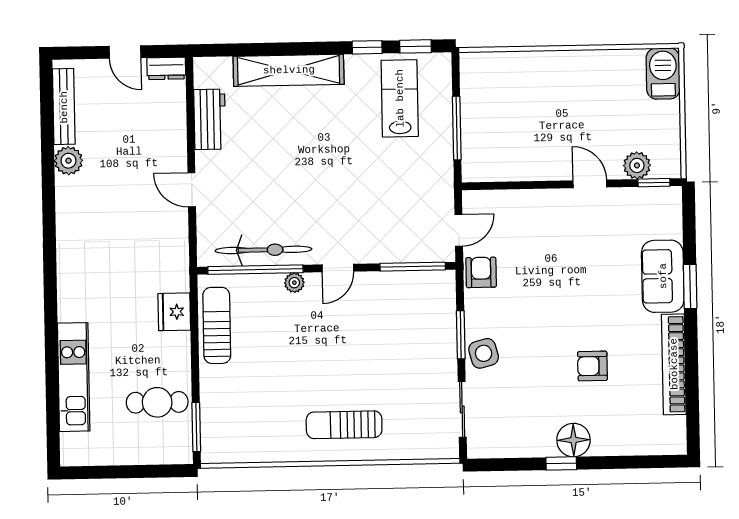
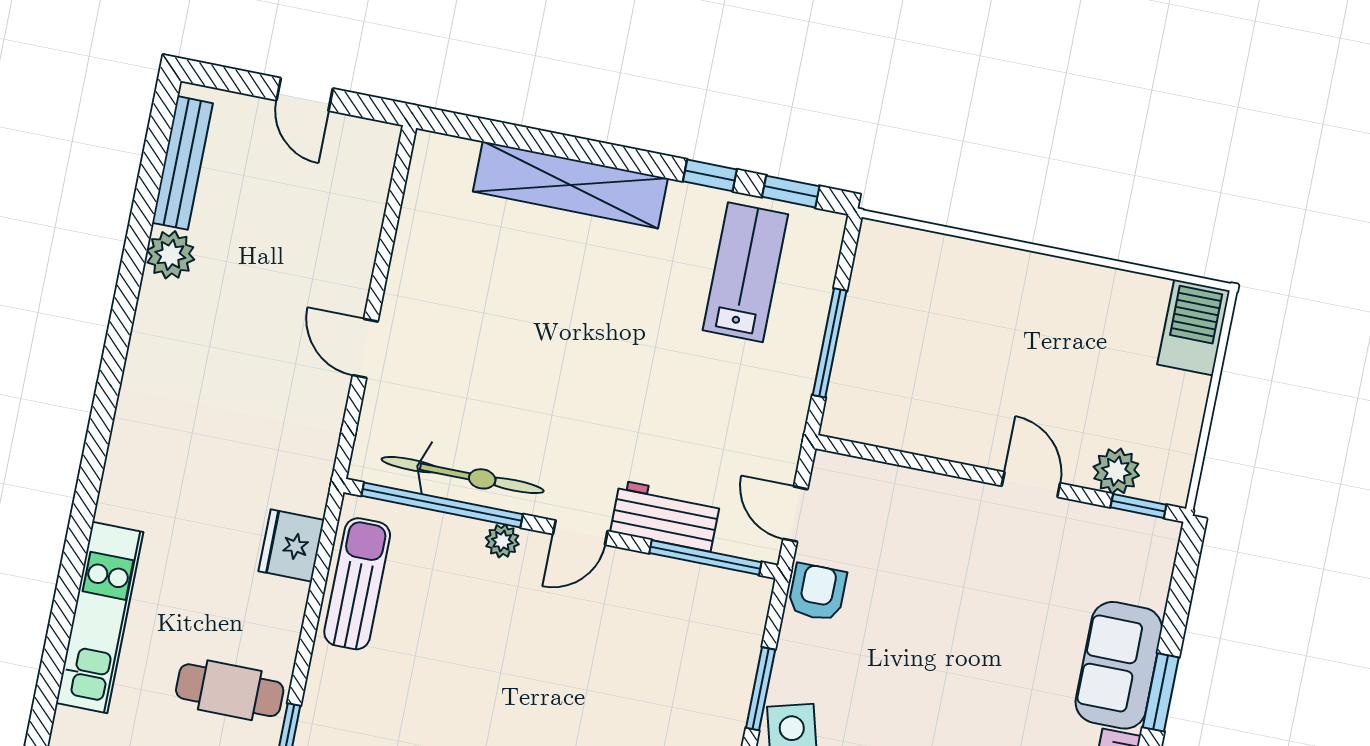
dresser: (166, 68) -> (367, 137), removed
workbench: (210, 119) -> (665, 516), moved, turned -90
door: (459, 230) -> (795, 514), swing flipped

